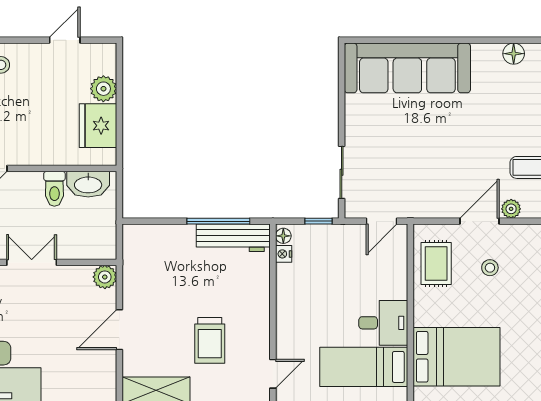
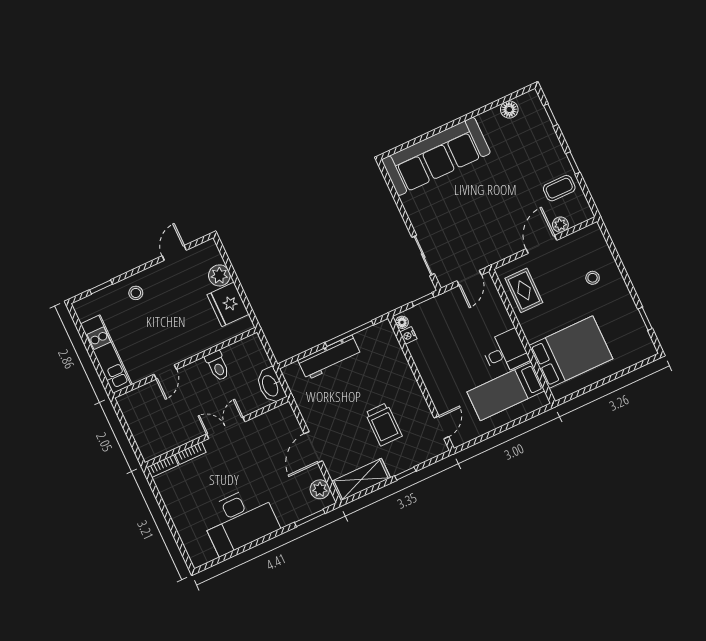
washbasin: (88, 184) -> (271, 386), moved, turned 90
workbench: (233, 238) -> (329, 358), moved
stool: (490, 268) -> (593, 278), moved
plant: (105, 277) -> (320, 489), moved

